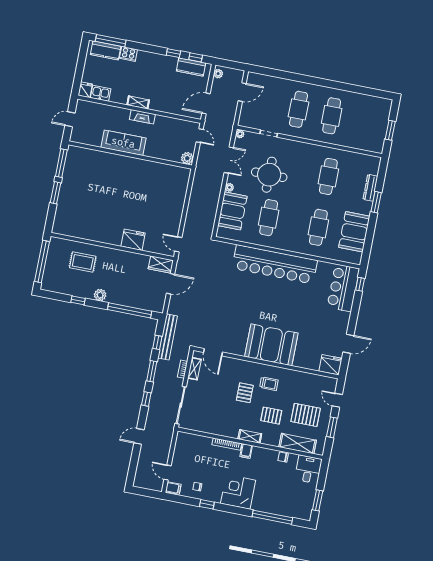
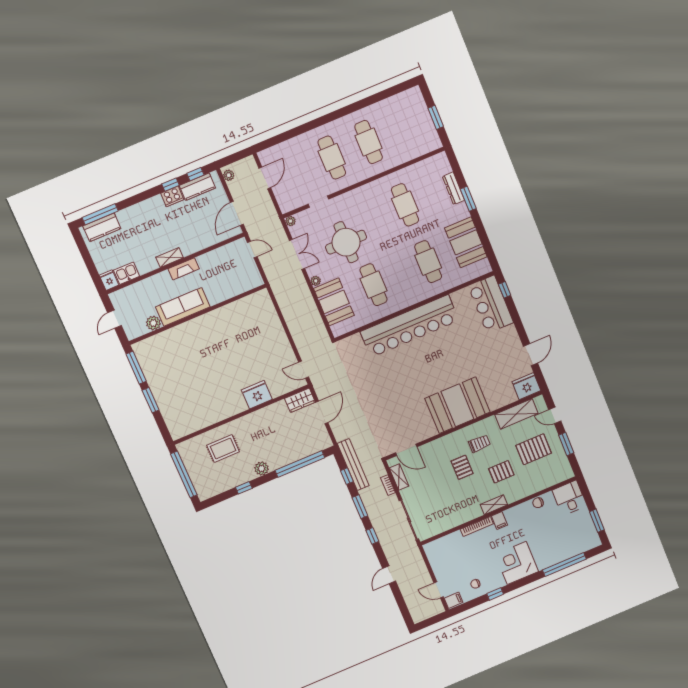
cooker: (128, 54) -> (172, 196), moved
plant: (187, 158) -> (153, 323), moved
shelving: (298, 444) -> (516, 414), moved

